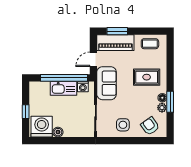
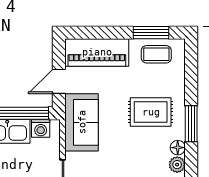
window: (117, 31) -> (151, 33), moved
window: (170, 102) -> (191, 124), moved

